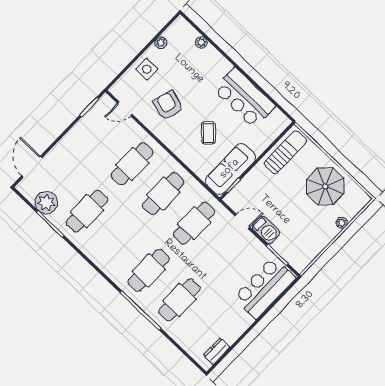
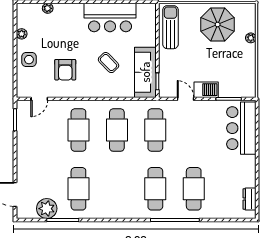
armchair: (168, 105) -> (65, 70), turned -106
door: (242, 221) -> (186, 99), hinge flipped

